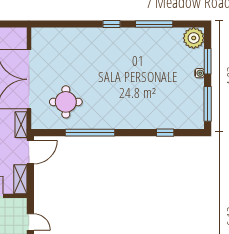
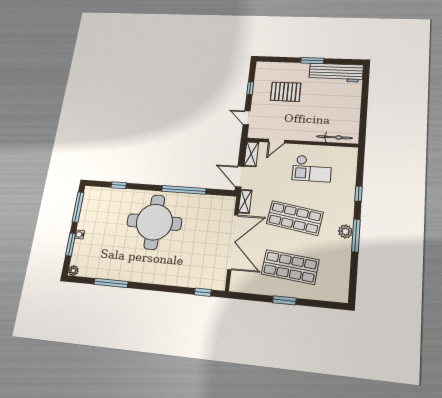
window: (112, 24) -> (203, 292), moved
plant: (194, 38) -> (73, 271), width x0.53, depth x0.53
round table: (66, 102) -> (154, 222), moved, width x1.86, depth x1.86
door: (30, 152) -> (239, 177), hinge flipped

